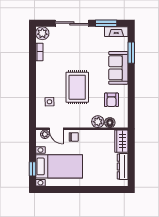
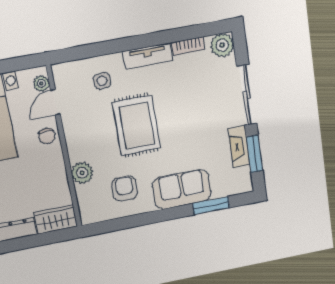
fireplace: (116, 32) -> (239, 147), moved
tv unit: (41, 75) -> (148, 56), added
rug: (77, 87) -> (137, 125), turned 90
armchair: (111, 100) -> (125, 189), turned 90
floor lamp: (110, 123) -> (85, 194), removed

